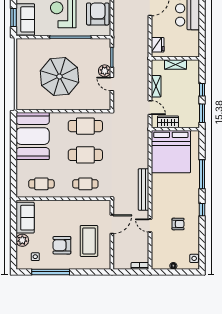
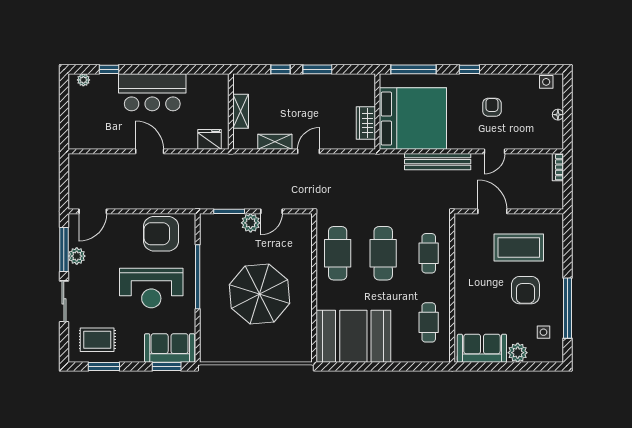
wardrobe: (168, 122) -> (366, 123), moved
wall: (175, 129) -> (377, 111), moved
bed: (171, 152) -> (413, 119), moved

